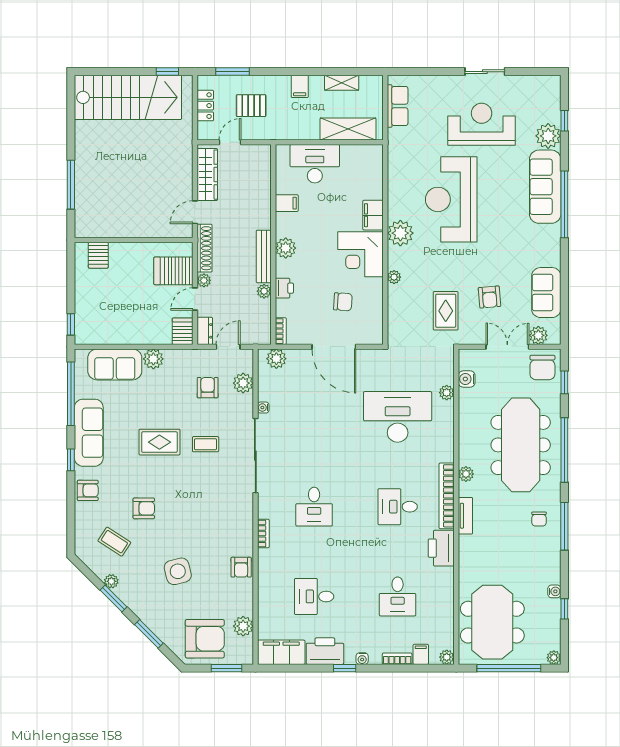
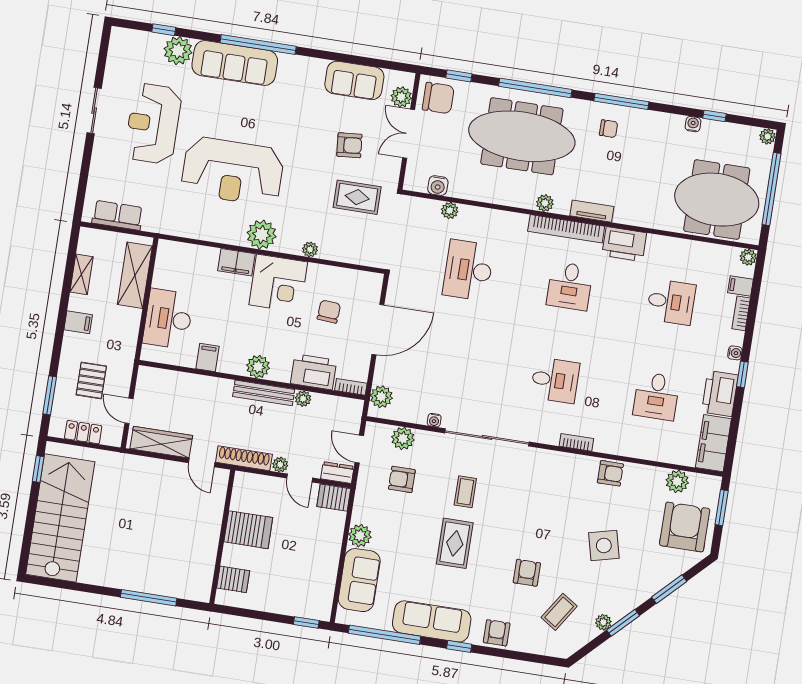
server rack: (173, 271) -> (248, 530), moved, turned -90
printer: (284, 288) -> (314, 372), width x1.87, depth x1.48
desk: (398, 417) -> (468, 270), width x0.73, depth x0.77

